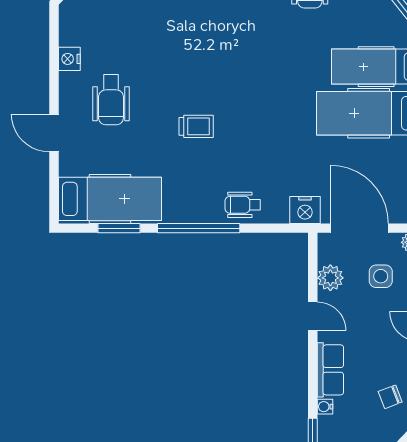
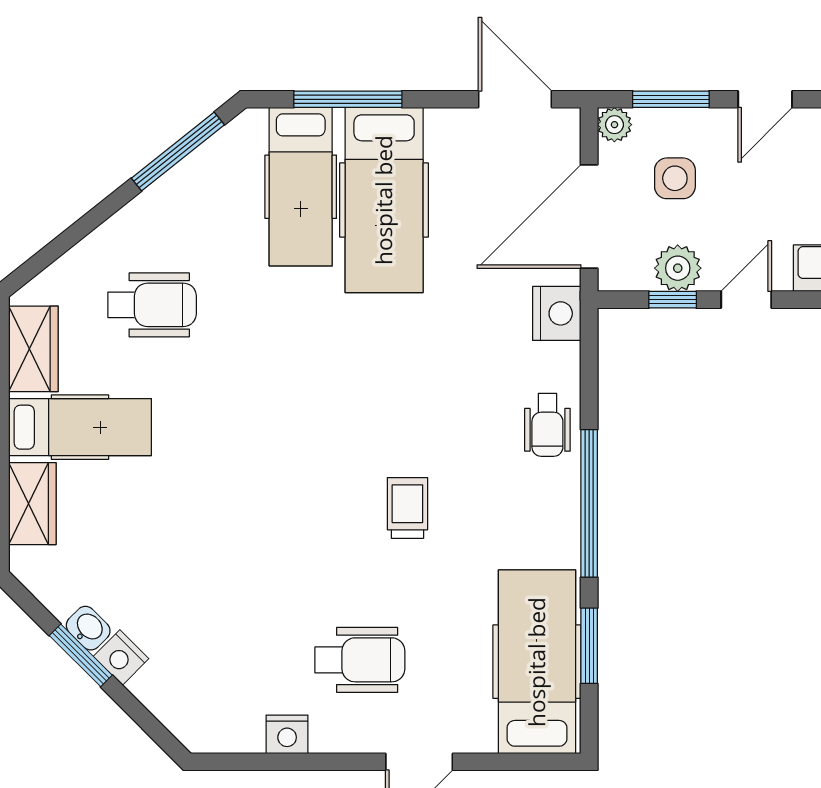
window: (313, 275) -> (673, 300), added

